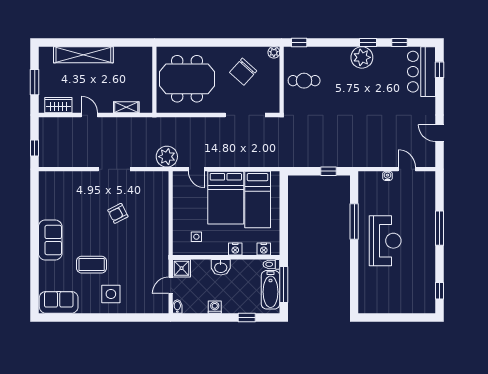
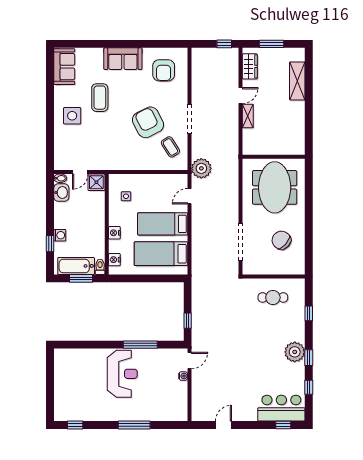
window: (299, 43) -> (309, 313), moved
plant: (274, 52) -> (299, 269), removed
shelving: (83, 55) -> (297, 81), width x0.68
cafe table: (304, 81) -> (273, 297), turned 90
shelving: (126, 107) -> (248, 116), moved
window: (35, 148) -> (224, 44), moved
door: (407, 169) -> (190, 360), moved
coffee table: (144, 190) -> (170, 147), added
armchair: (63, 197) -> (164, 70), added
bed: (226, 198) -> (163, 224), width x0.67
armchair: (118, 213) -> (148, 122), width x1.88, depth x1.88
reception desk: (385, 241) -> (122, 374), turned -90
washbasin: (221, 267) -> (61, 193), moved, turned 180
door: (171, 285) -> (80, 172), swing flipped
window: (284, 285) -> (81, 278), width x0.69
washing machine: (215, 307) -> (60, 235), moved

